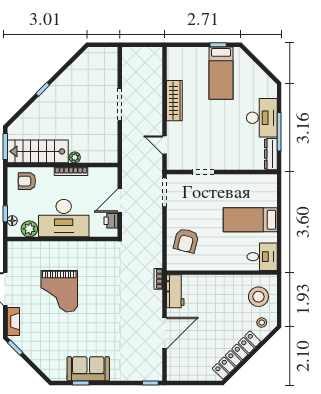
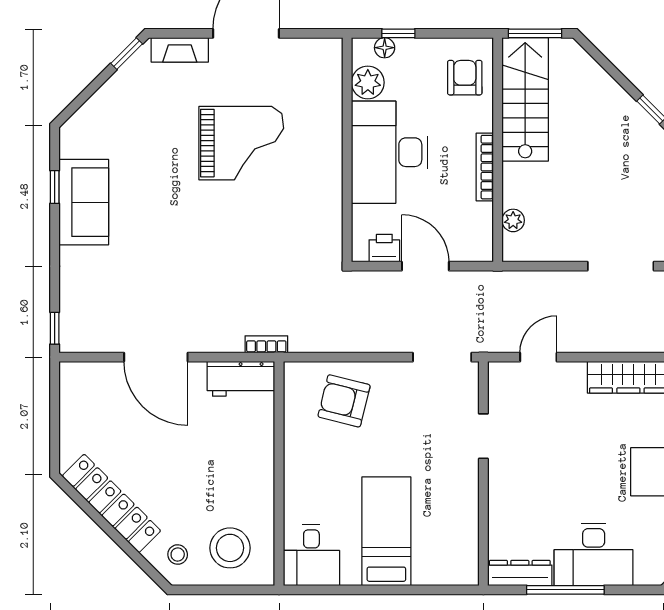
plant: (75, 157) -> (513, 220), moved
grand piano: (59, 291) -> (241, 143), turned 180

